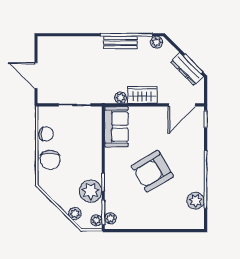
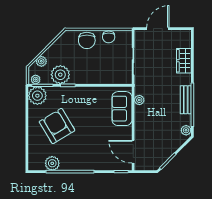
dresser: (187, 69) -> (163, 156), removed
wardrobe: (142, 95) -> (184, 61), moved, turned 180
sofa: (116, 127) -> (122, 109), moved, turned 90
chair: (50, 160) -> (87, 40), turned -90
armchair: (152, 171) -> (57, 126), moved
plant: (110, 218) -> (37, 96), width x1.88, depth x1.88

